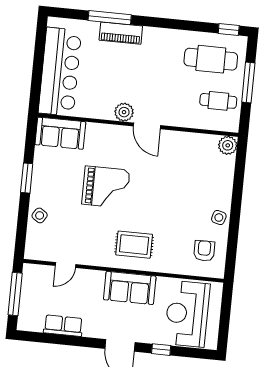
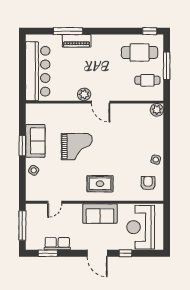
sofa: (60, 133) -> (35, 141), moved, turned -90
window: (48, 338) -> (48, 253), added

